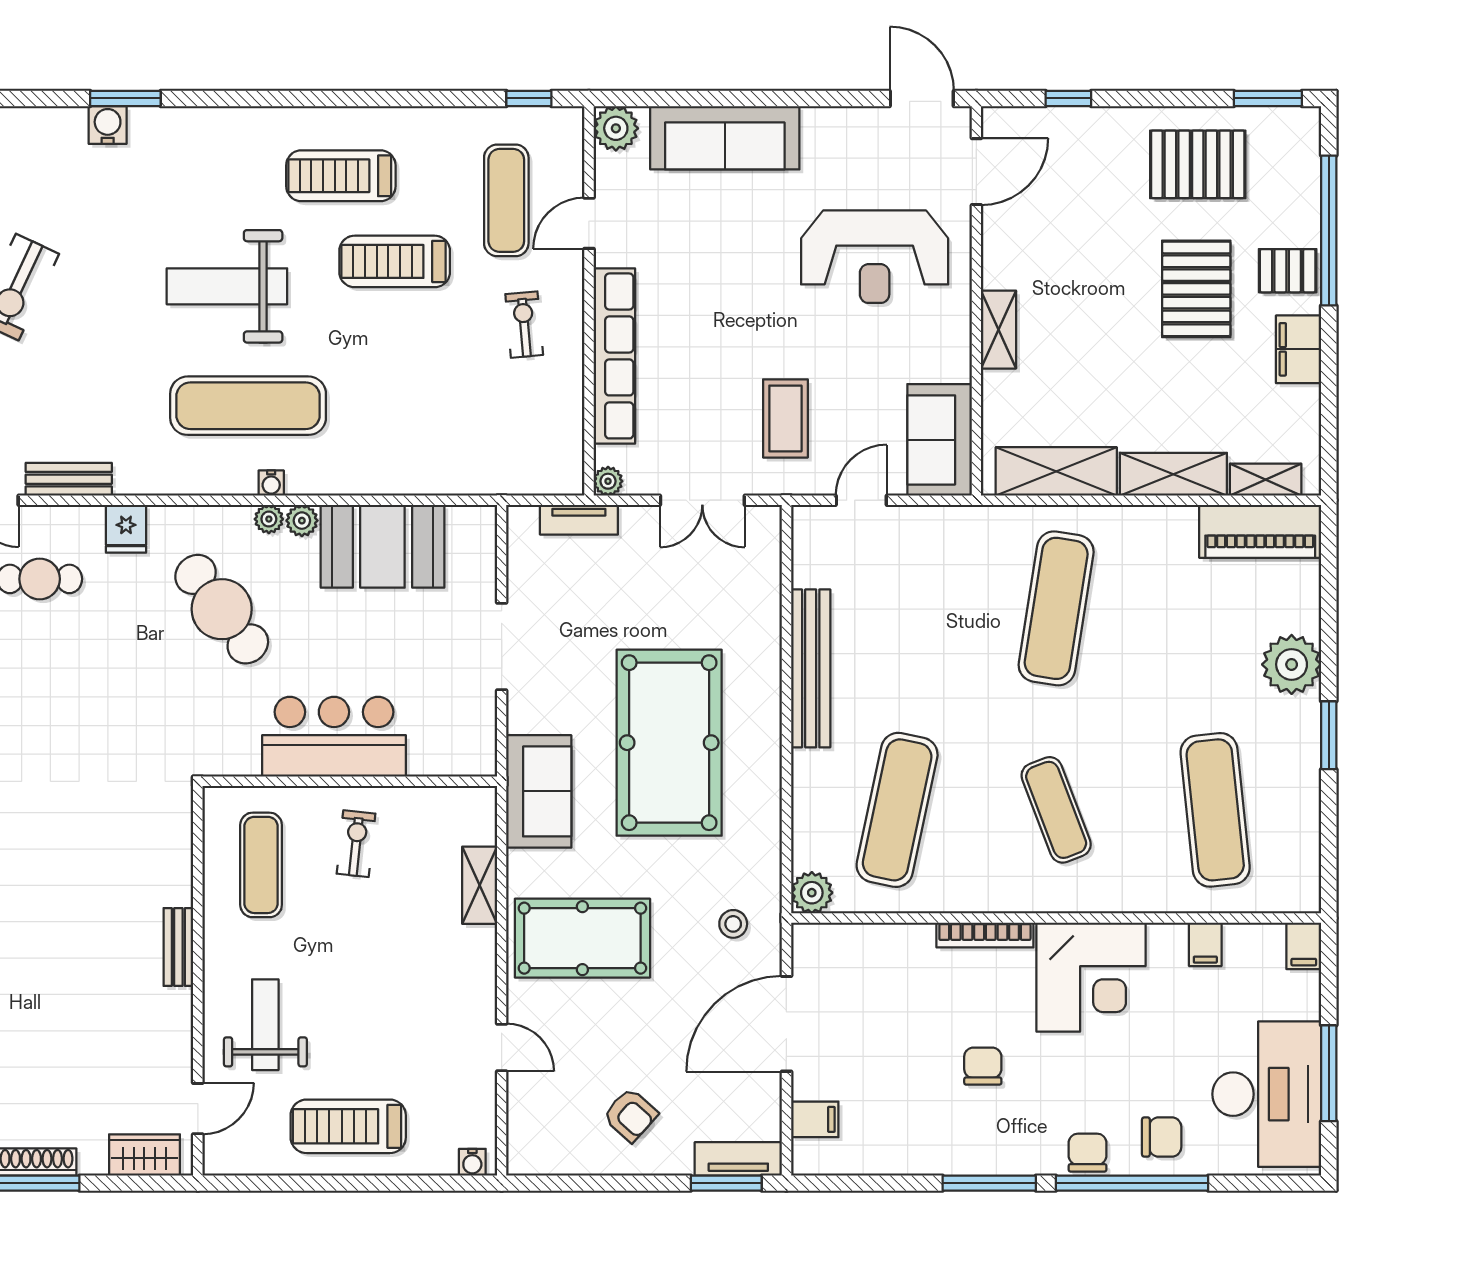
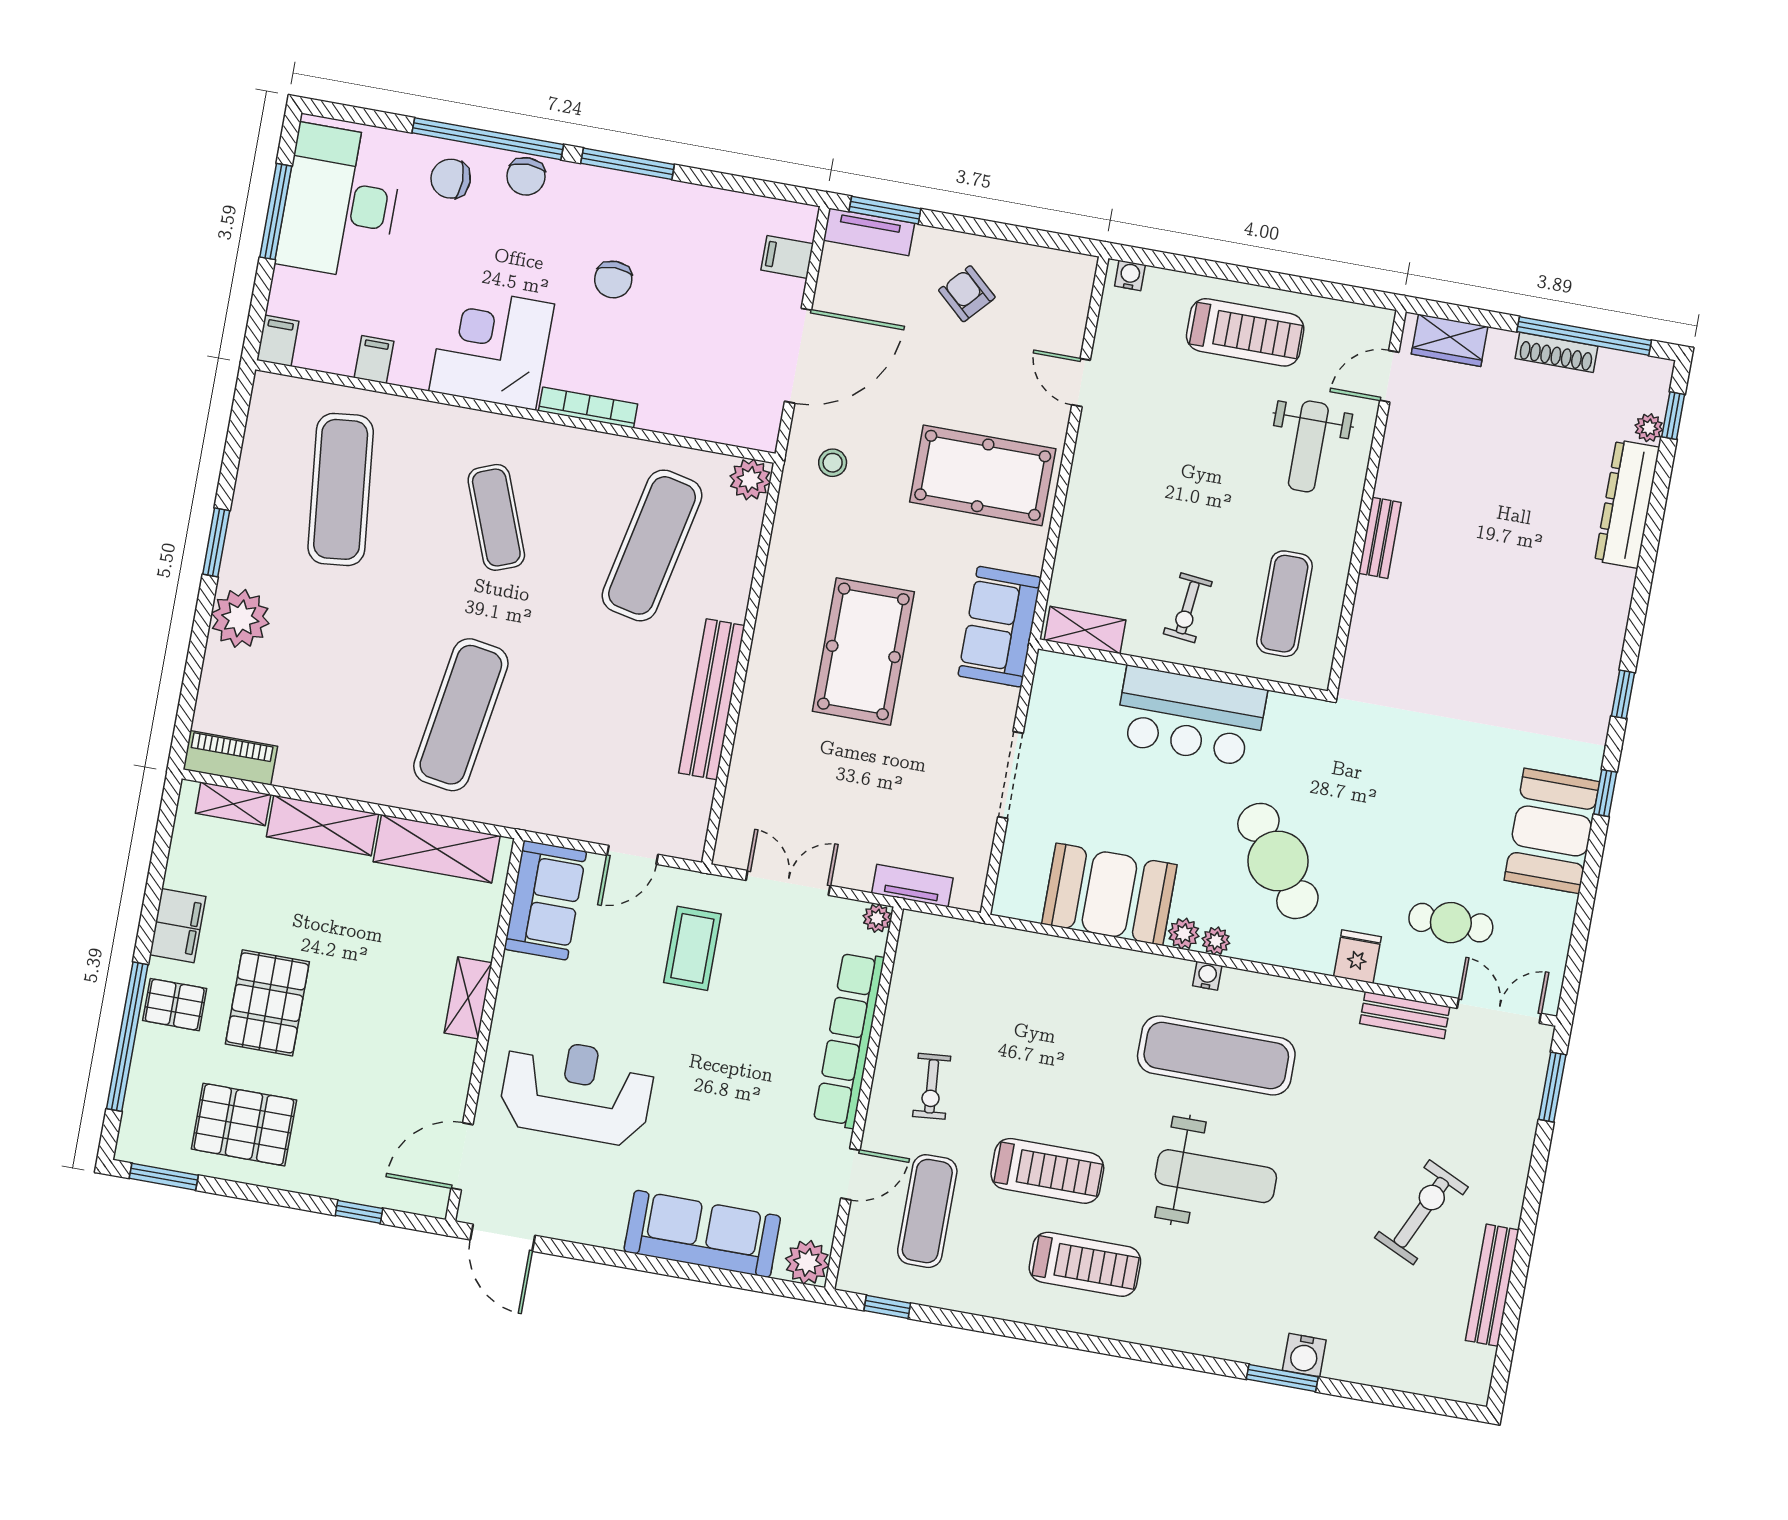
piano: (1260, 531) -> (230, 758), width x0.73, depth x0.75
pool table: (669, 743) -> (863, 651), width x0.73, depth x0.76
shelving: (480, 885) -> (1085, 630), moved, turned 90

